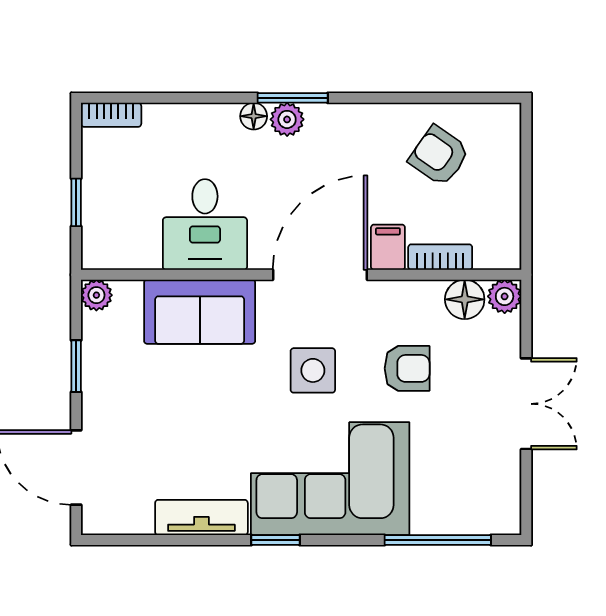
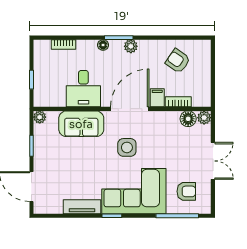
bookcase: (111, 115) -> (64, 44), moved
plant: (287, 119) -> (131, 46), moved
armchair: (407, 368) -> (186, 191), moved

